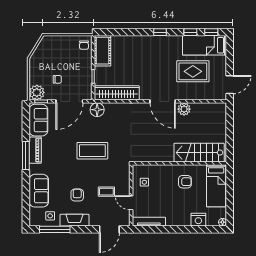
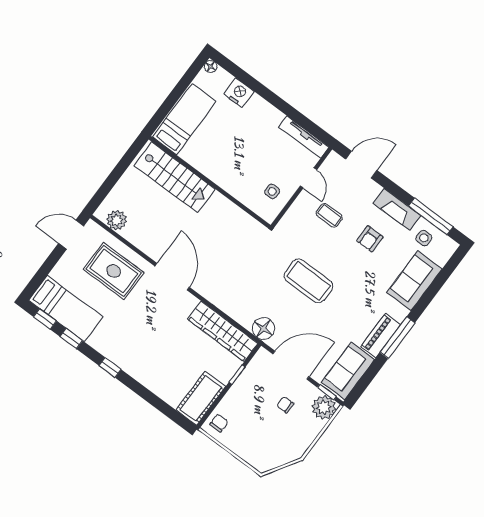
rug: (193, 71) -> (114, 271), moved
plant: (184, 109) -> (117, 220), moved
armchair: (185, 182) -> (220, 154), removed

